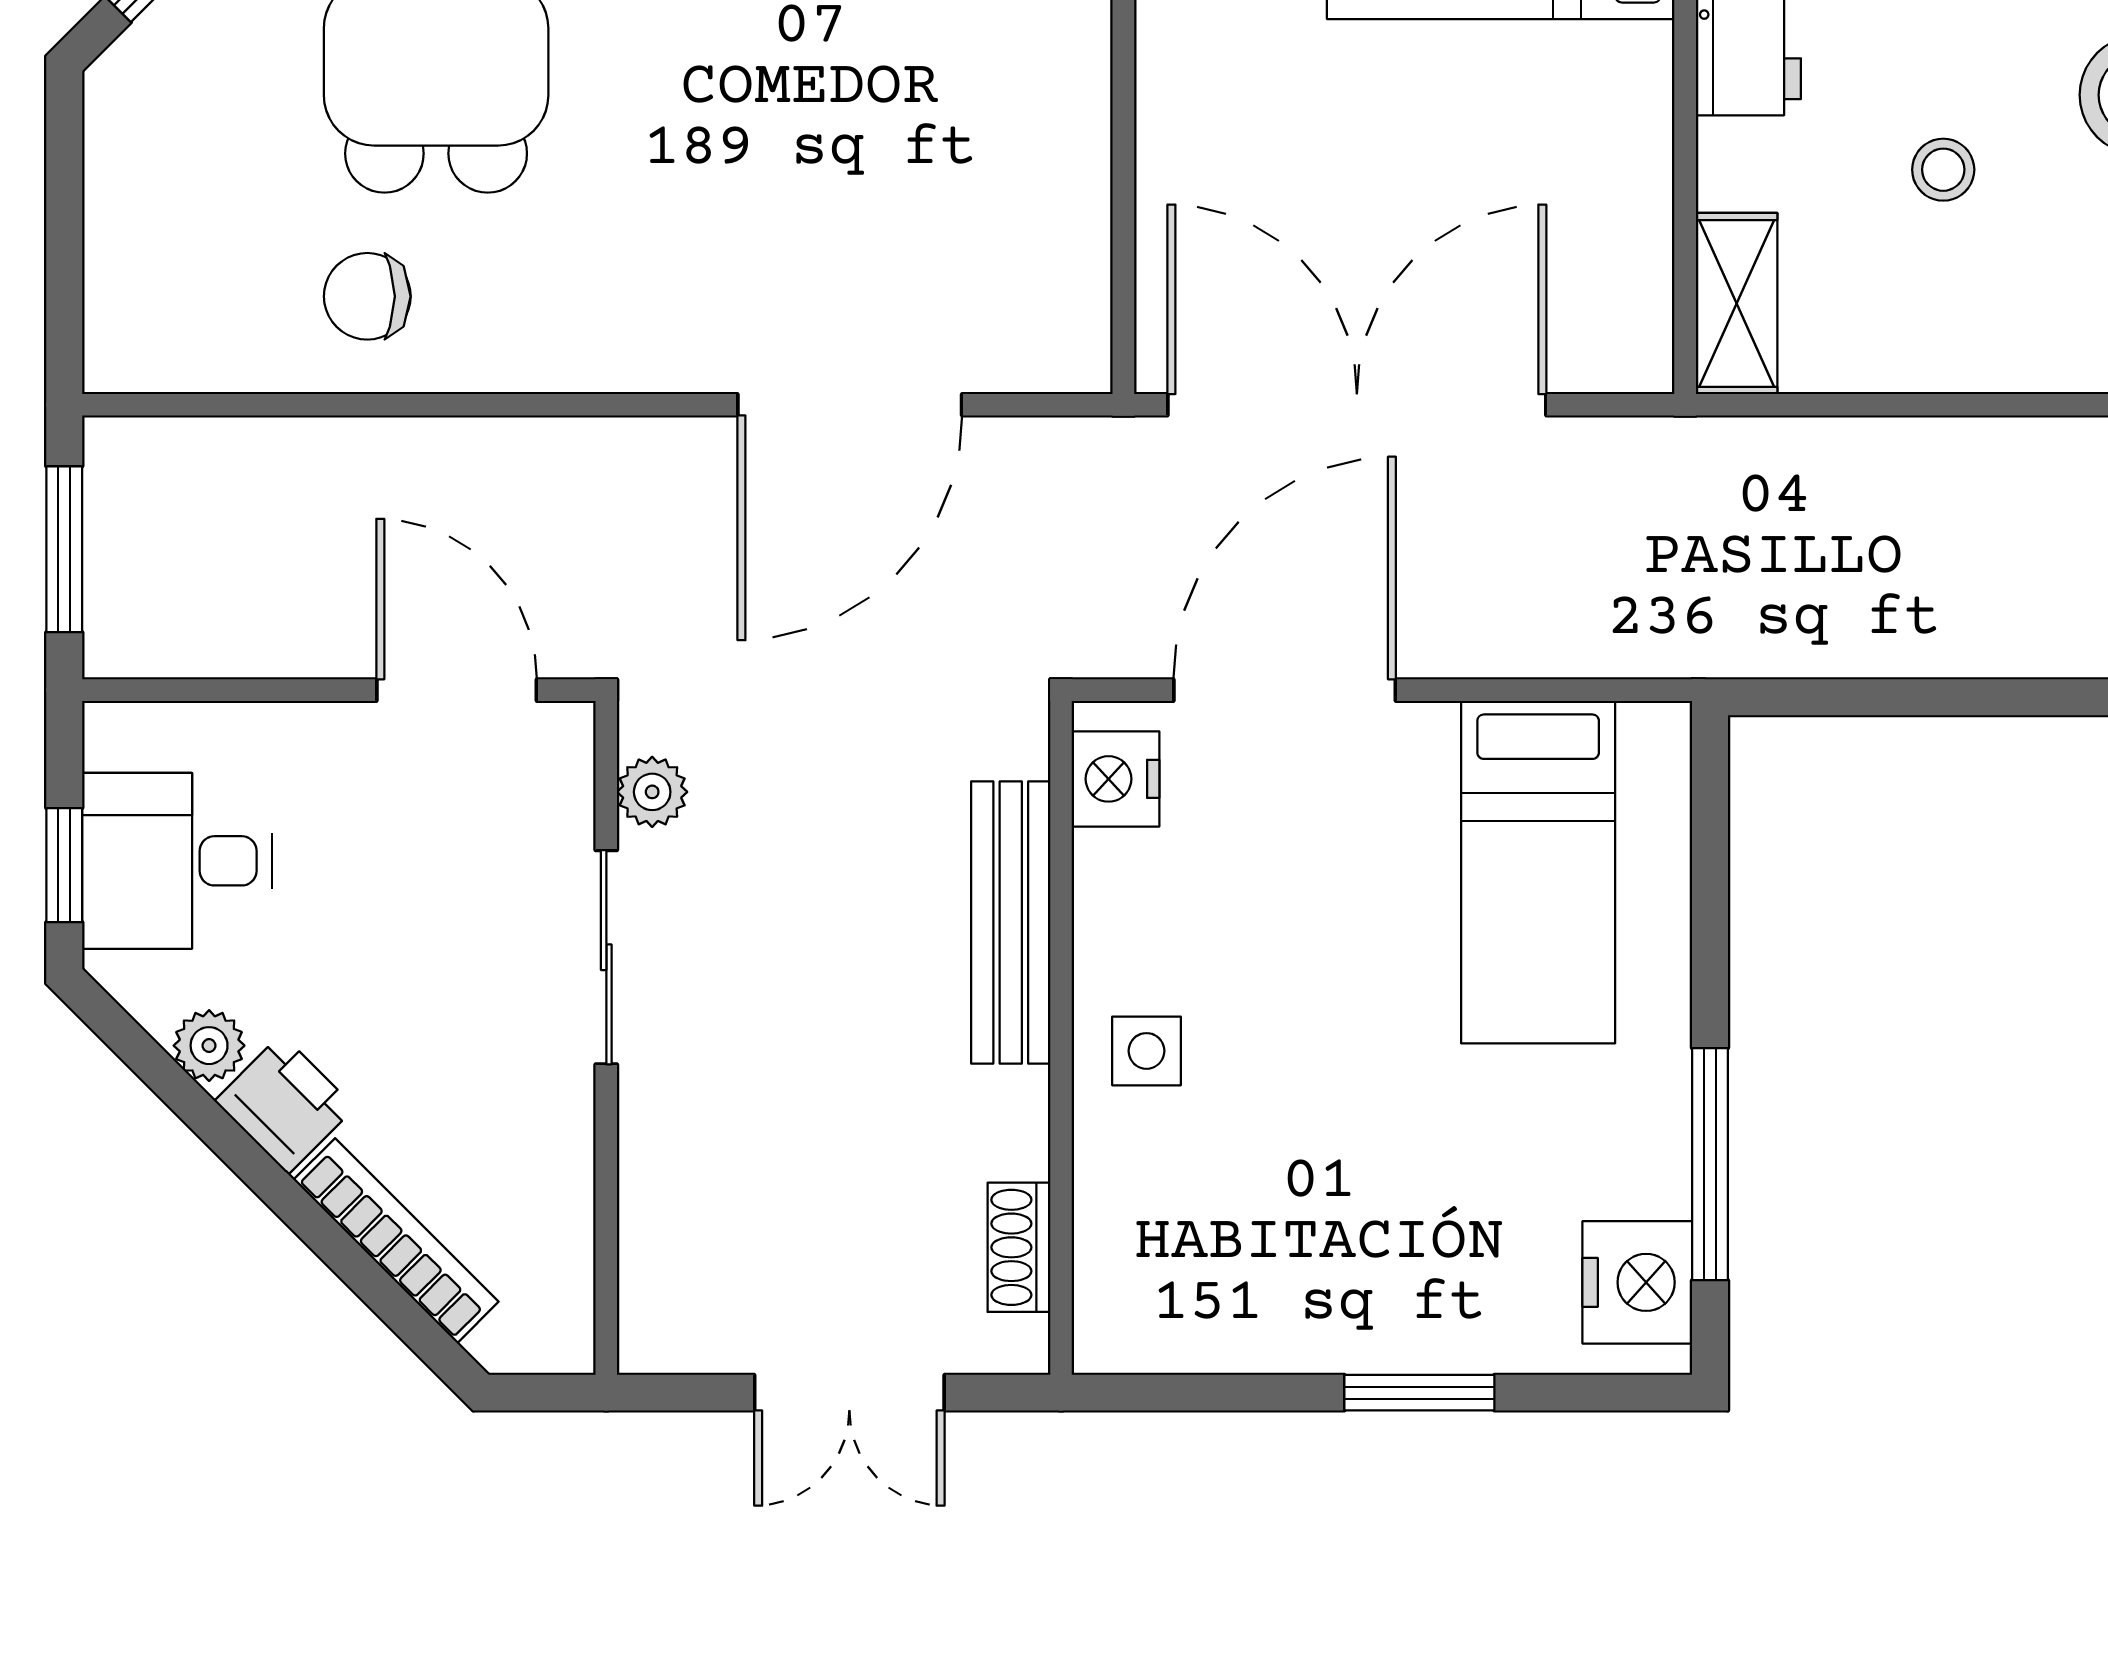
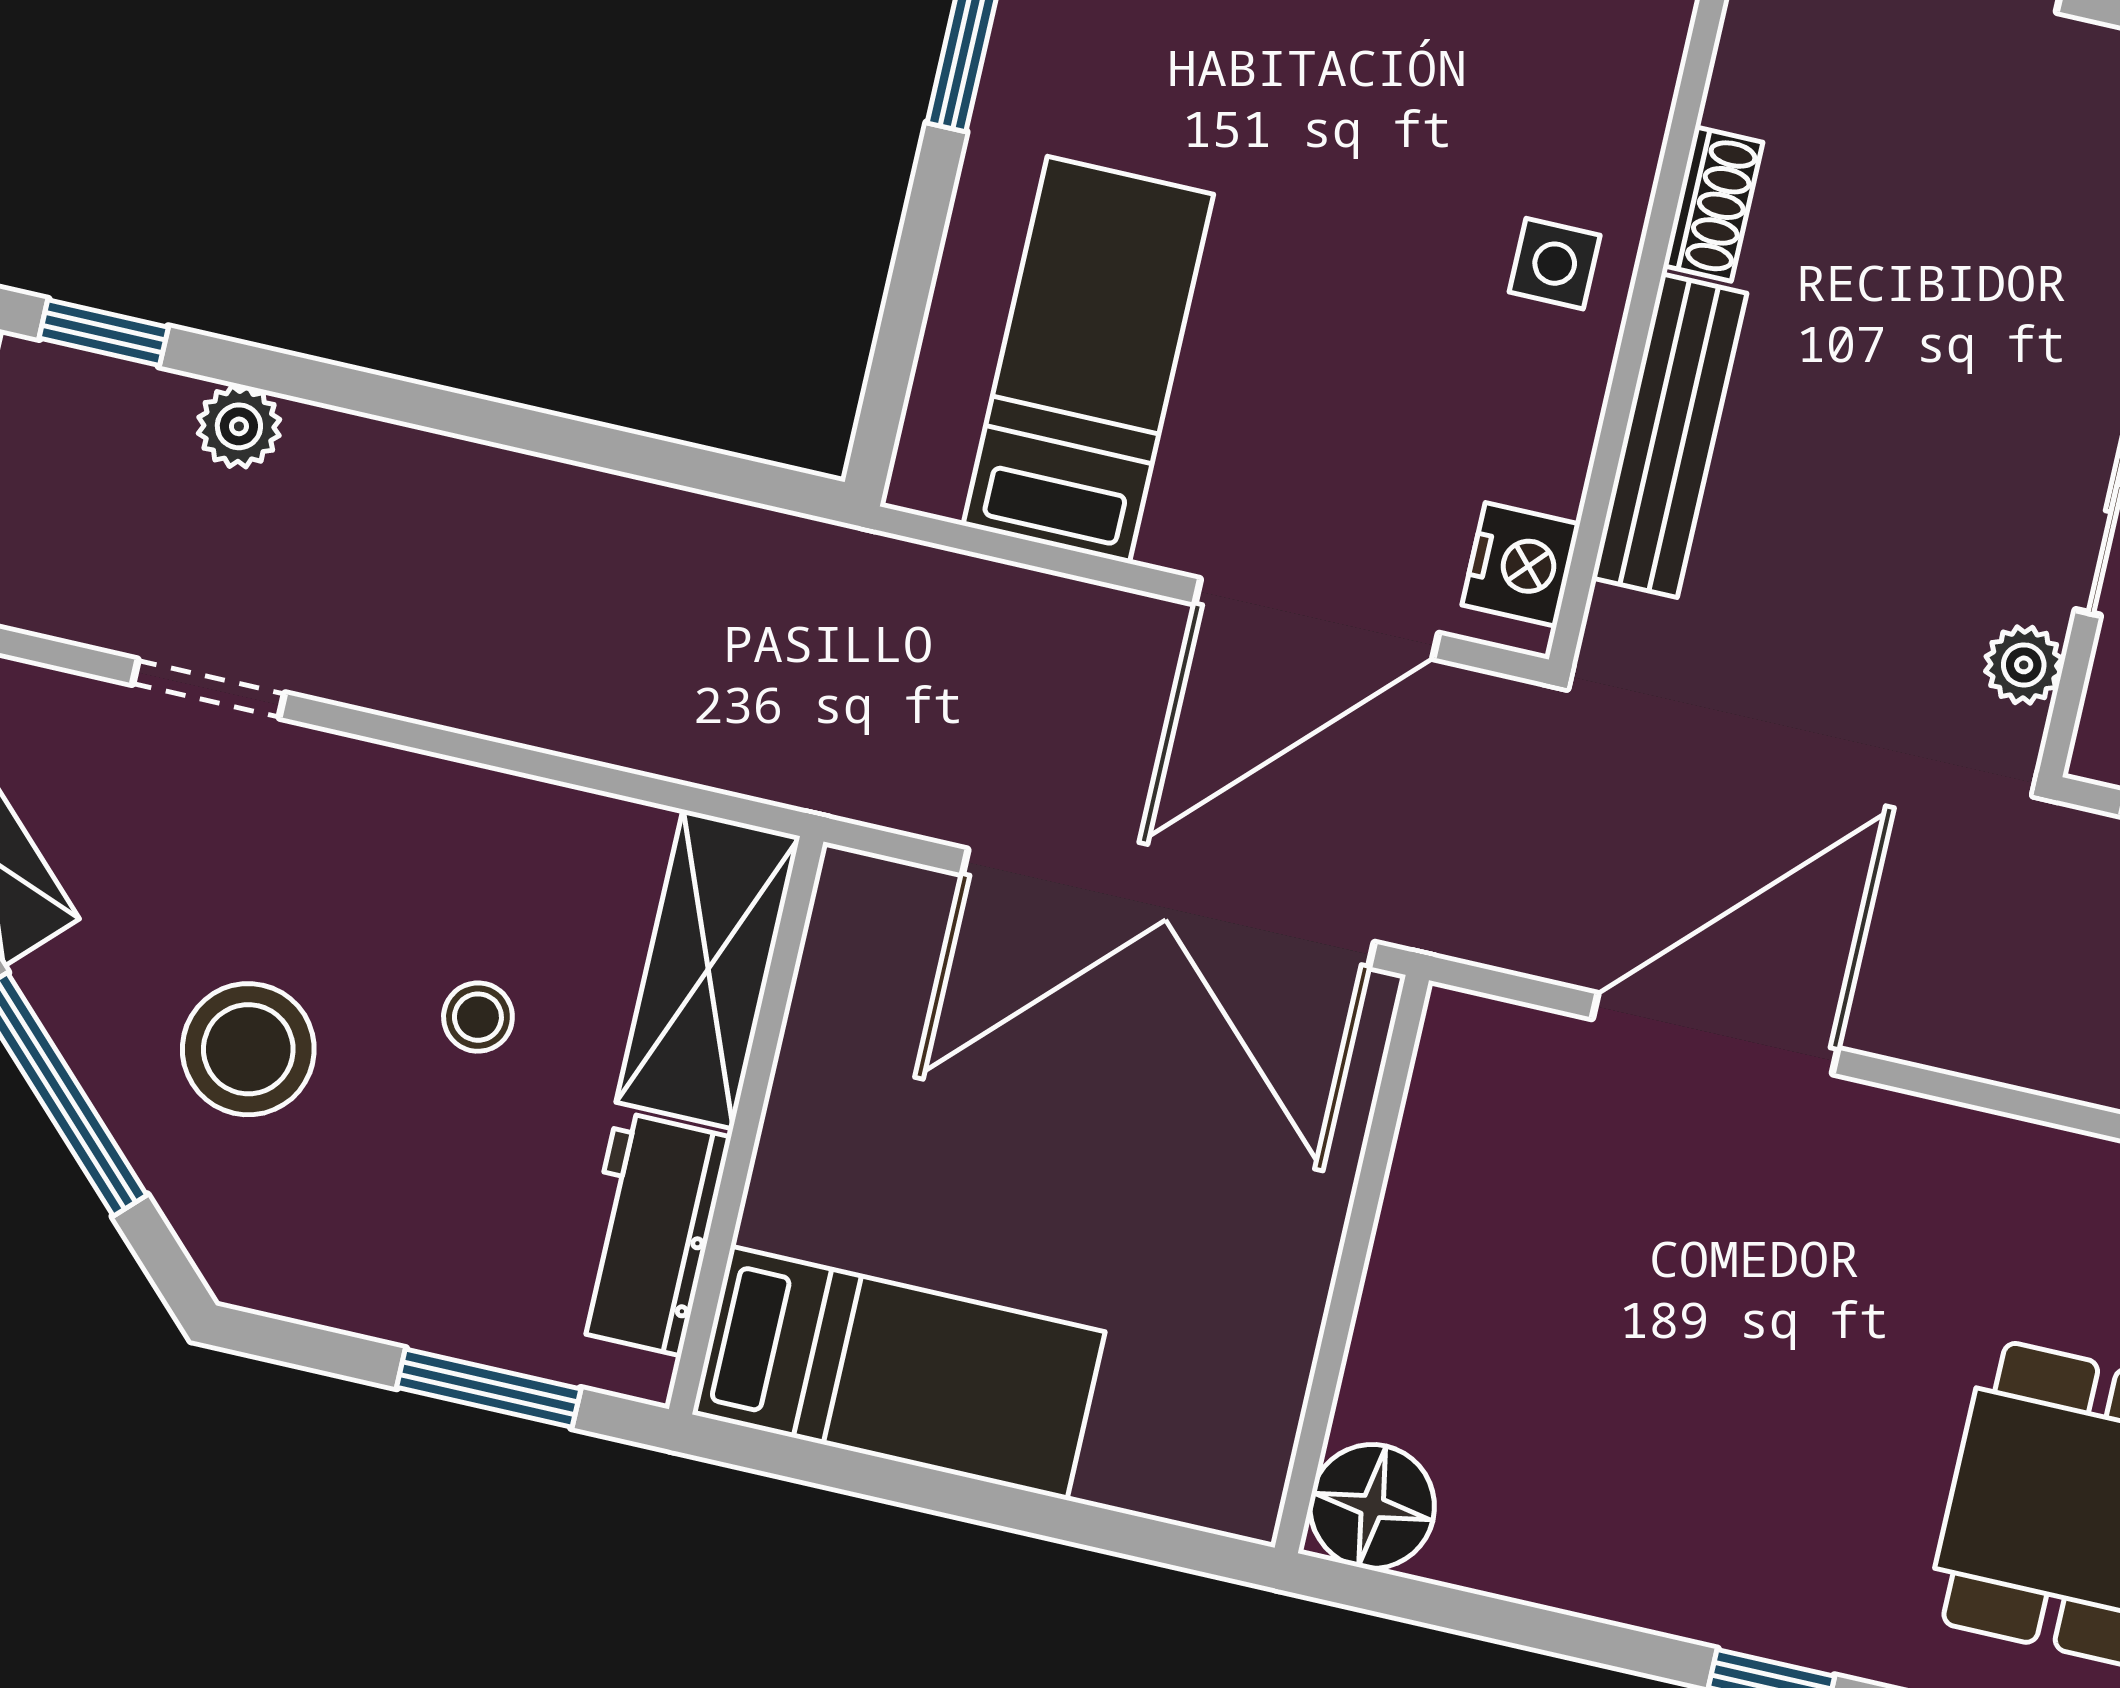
shelving: (1737, 304) -> (708, 969), width x1.50, depth x1.33
shoe rack: (1019, 1247) -> (1713, 204), moved

